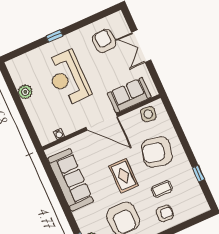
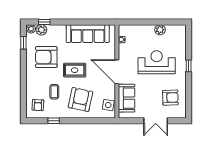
double door: (141, 46) -> (156, 121), swing flipped
door: (102, 122) -> (117, 72), hinge flipped
armchair: (165, 213) -> (38, 105), moved

